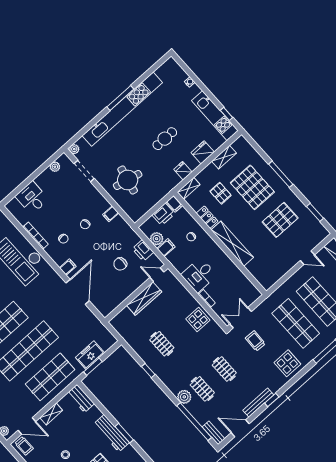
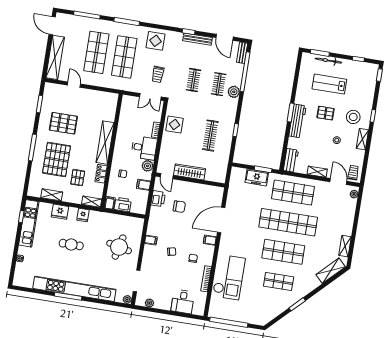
plant: (157, 239) -> (148, 166), moved
clothes rail: (162, 344) -> (210, 136), width x1.36

